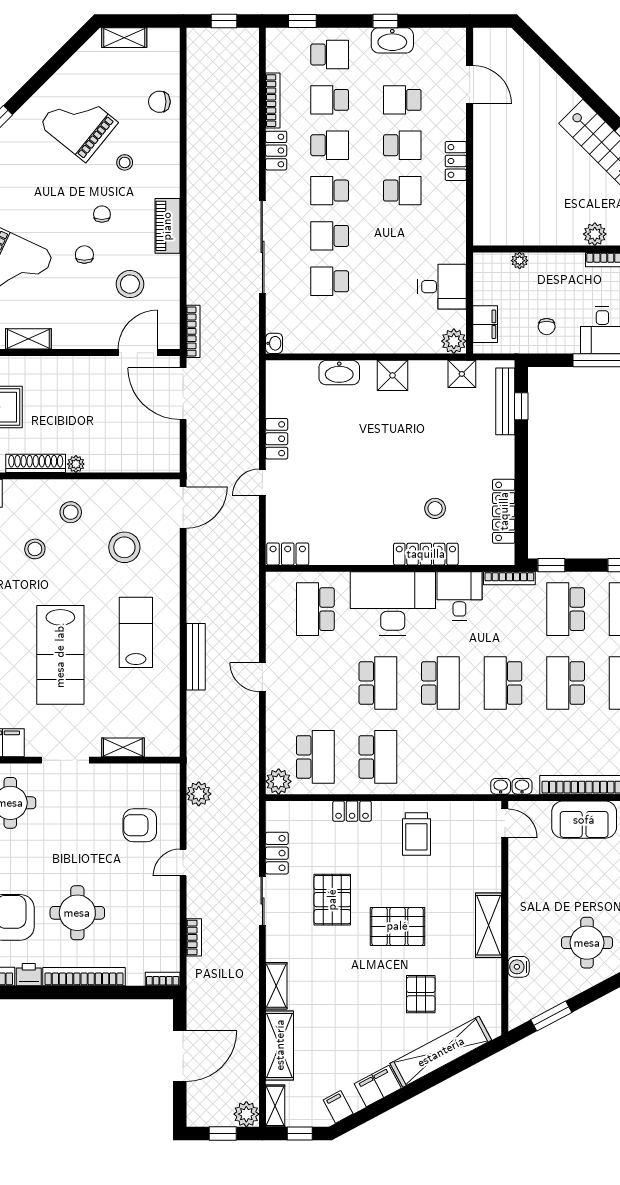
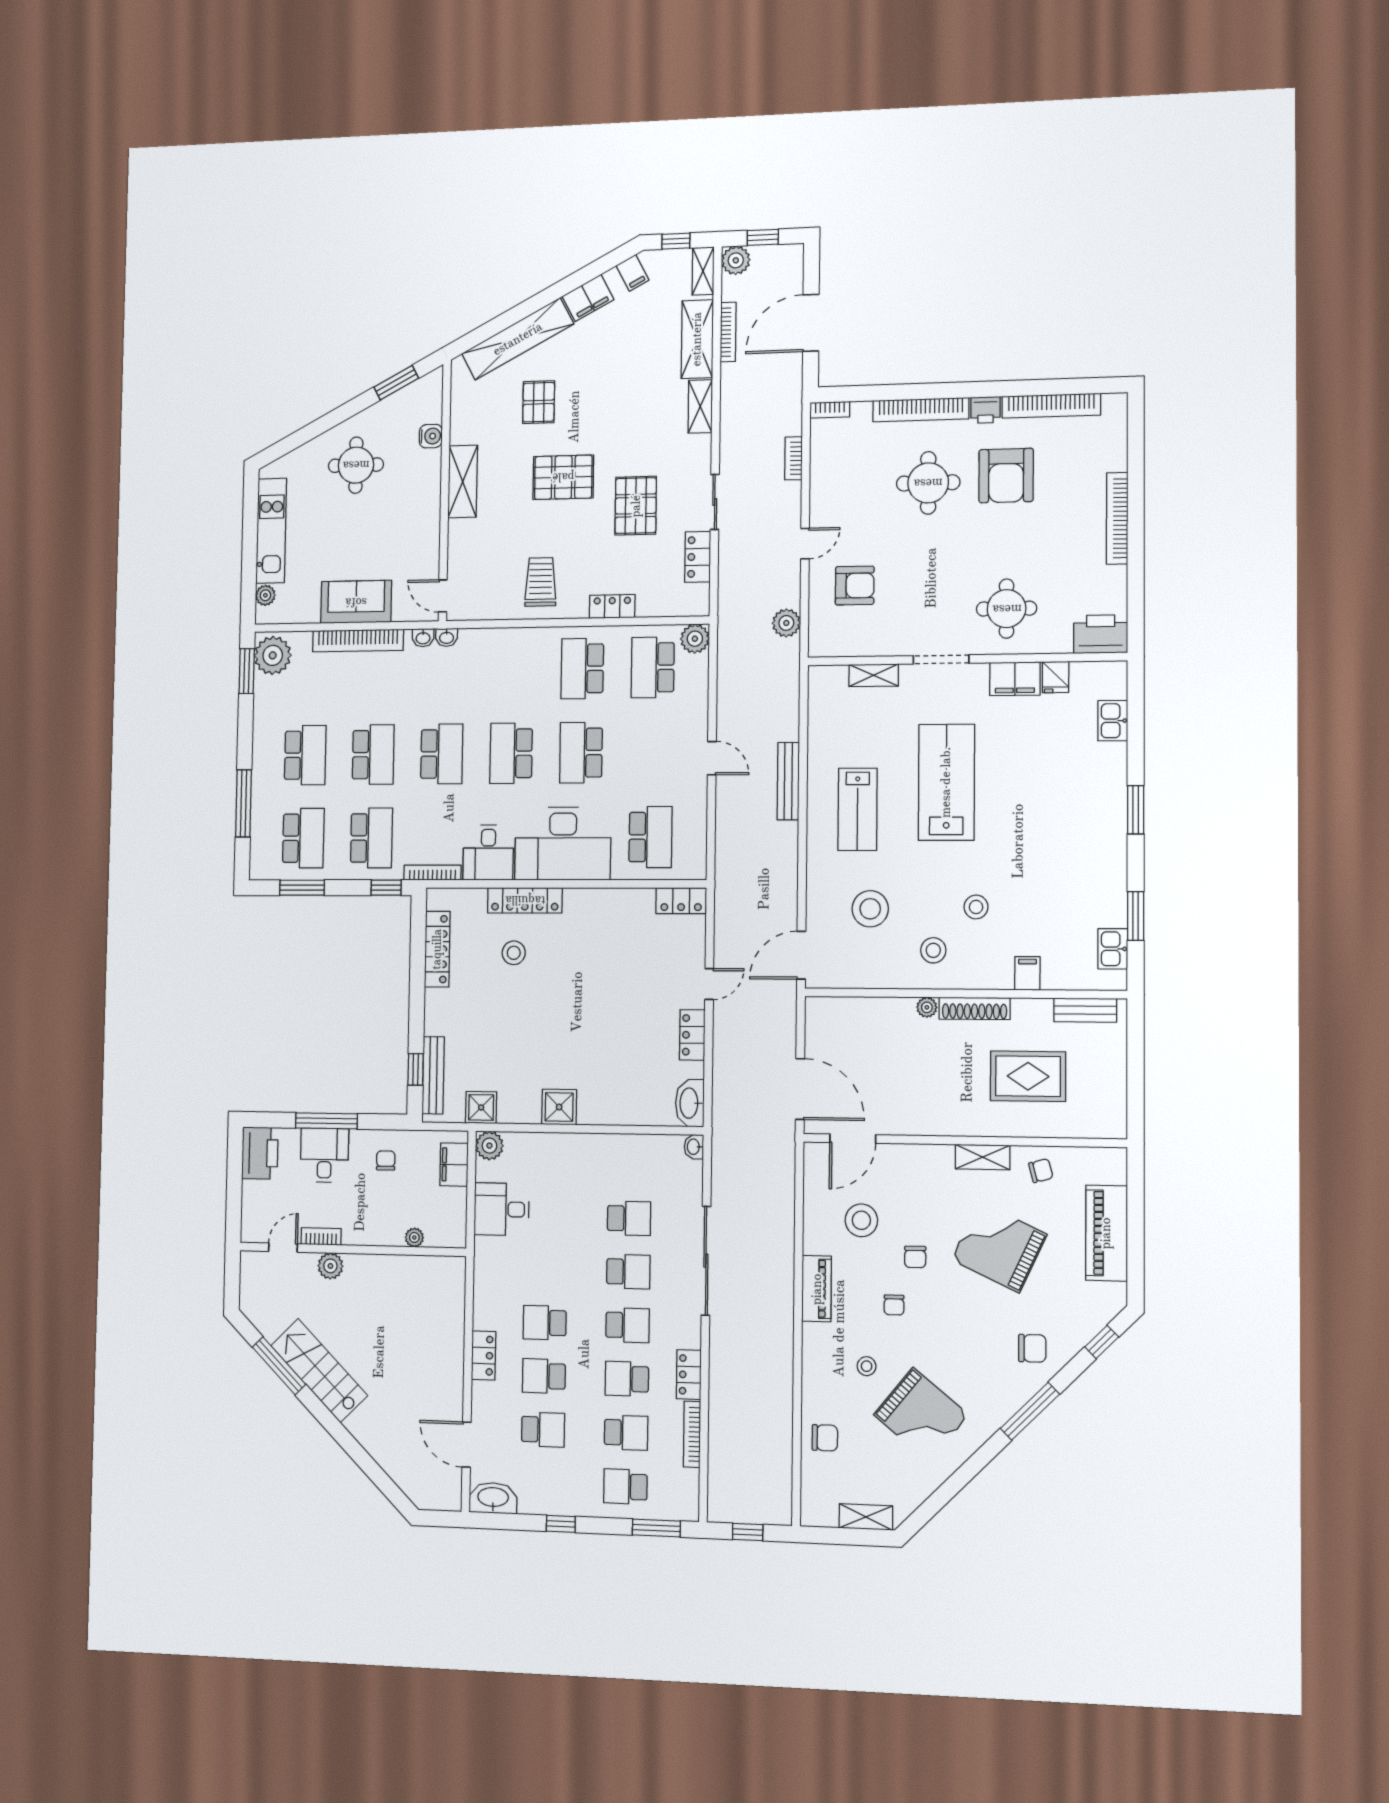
window: (302, 21) -> (656, 1528), width x1.50
washbasin: (392, 40) -> (493, 1498), moved
bookcase: (193, 331) -> (728, 332), moved, turned 180
washbasin: (339, 373) -> (690, 1103), moved, turned -90

